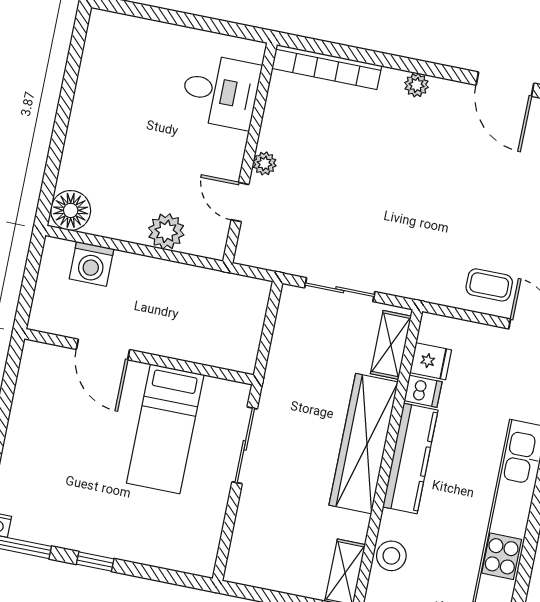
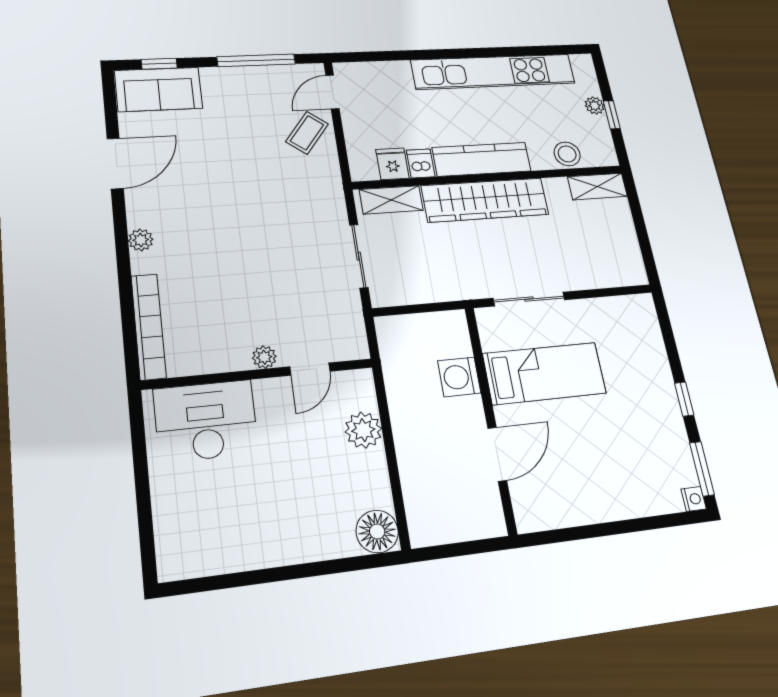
desk: (221, 91) -> (206, 421), width x1.37
washing machine: (91, 264) -> (459, 377), moved, turned 180
coffee table: (489, 285) -> (307, 133), turned 38

